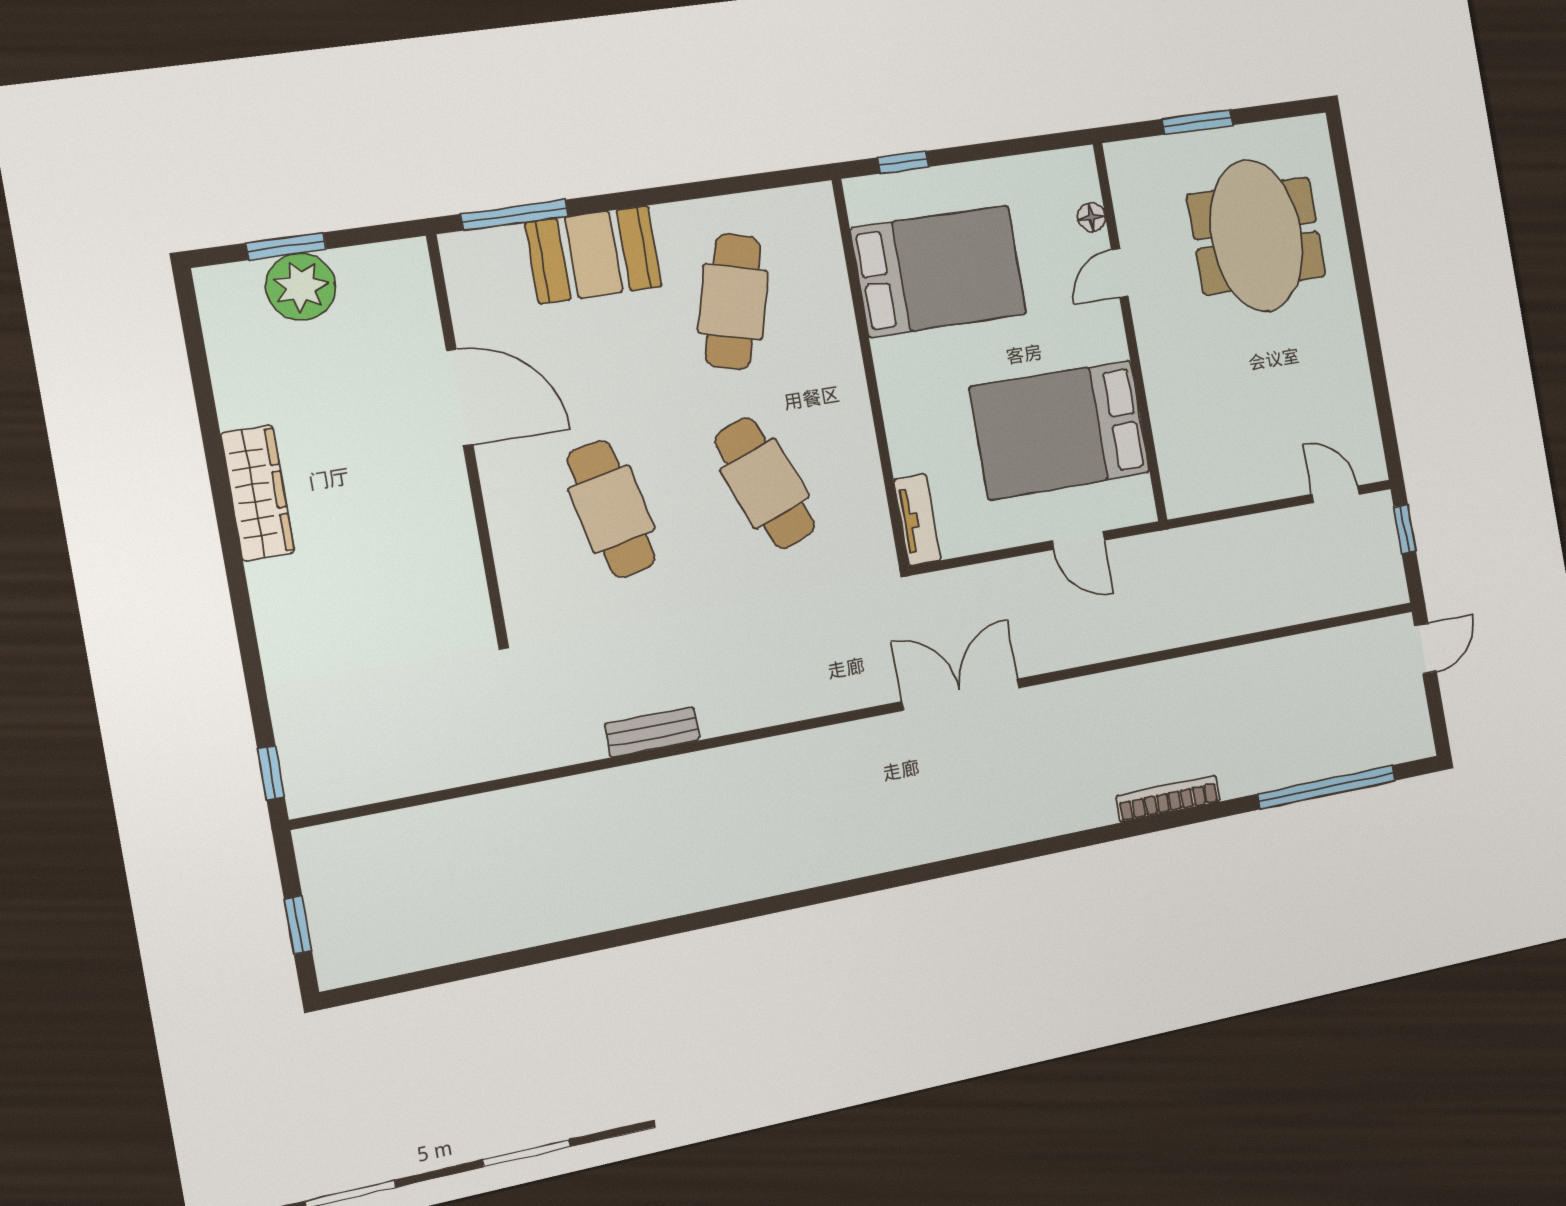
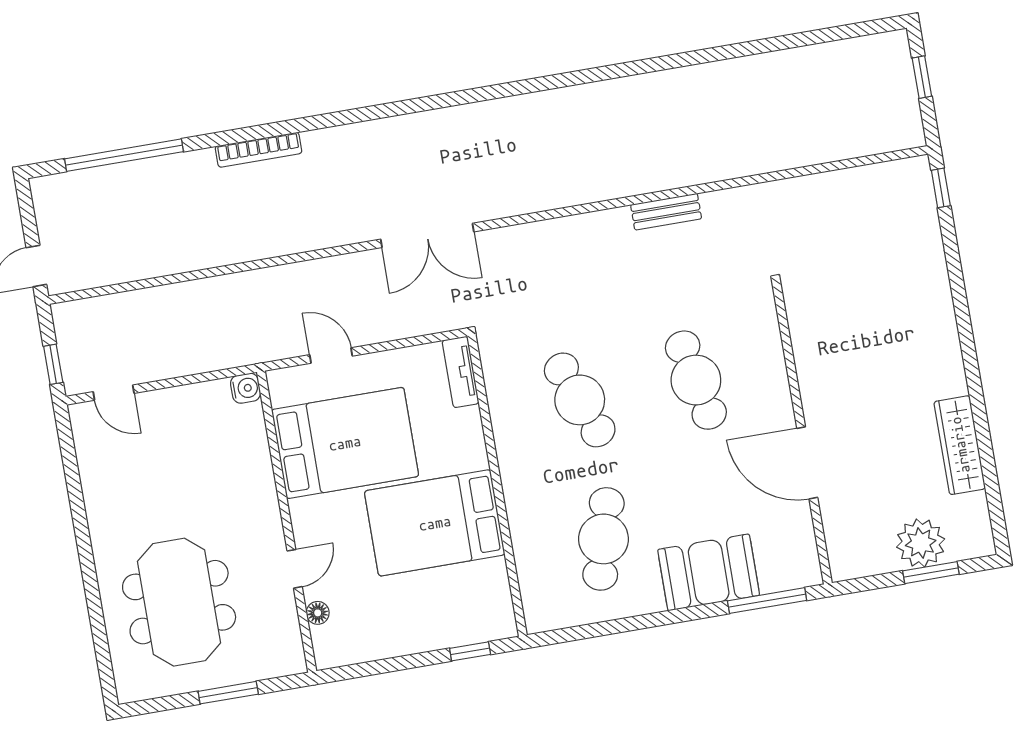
bed: (939, 271) -> (435, 523), moved
wardrobe: (258, 493) -> (960, 445), moved
water cooler: (1181, 499) -> (246, 388), added

